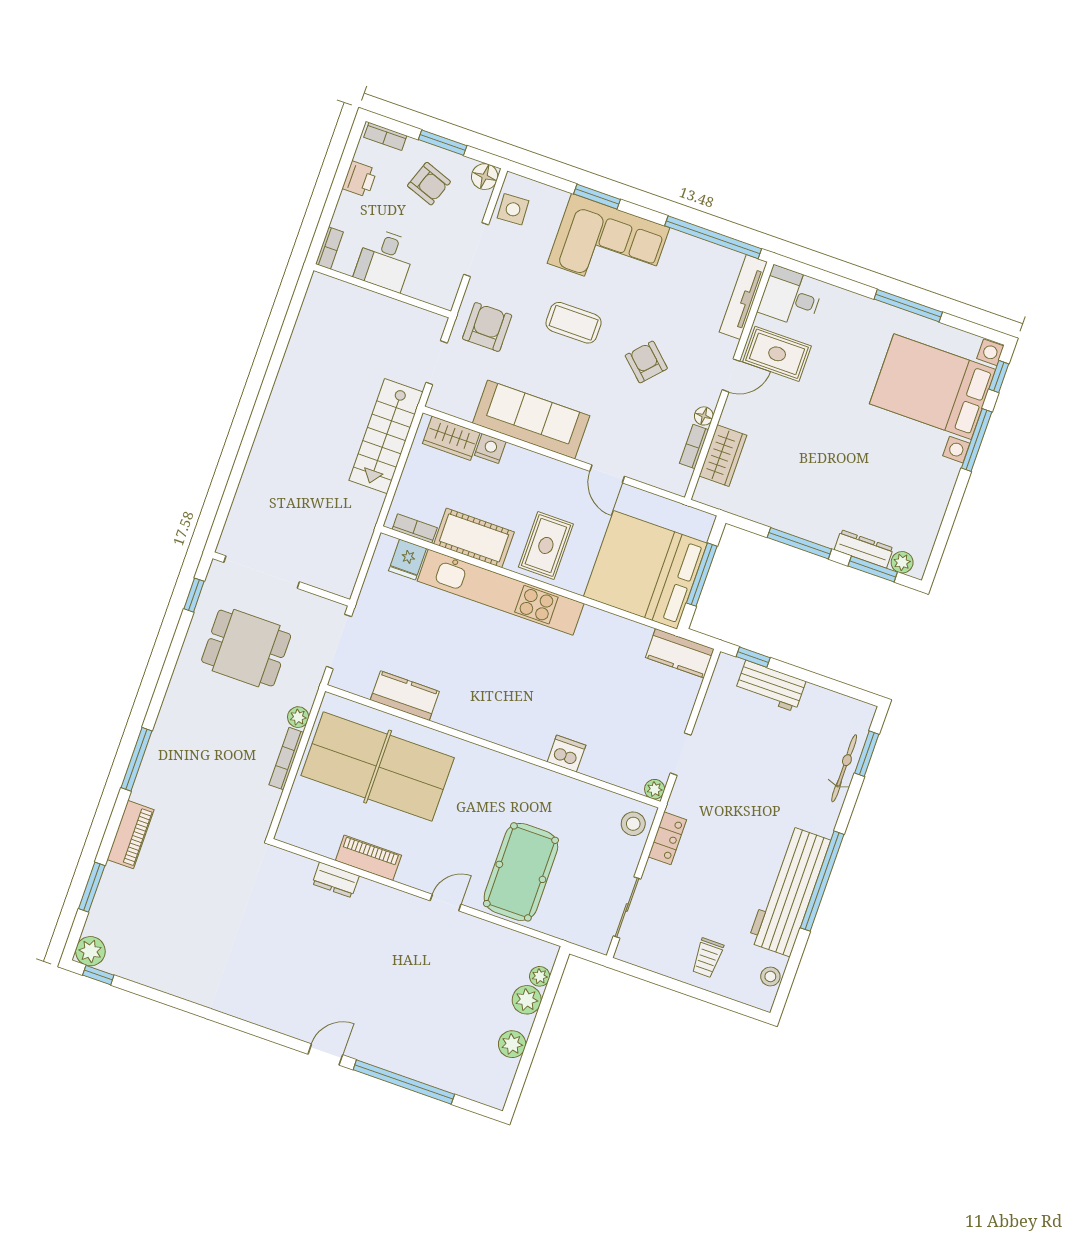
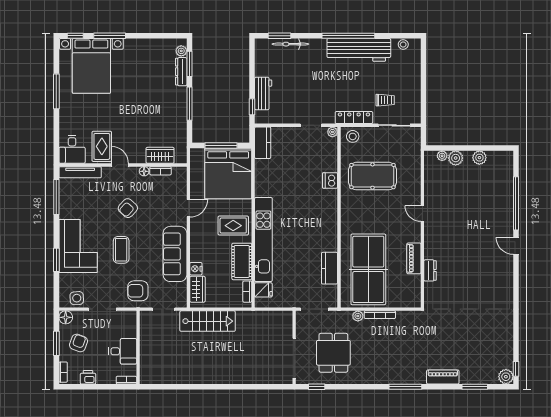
window: (713, 237) -> (56, 197), width x0.68
locker: (667, 838) -> (354, 118), width x1.53
pool table: (521, 872) -> (372, 176), moved
trolley: (707, 958) -> (385, 100), moved

